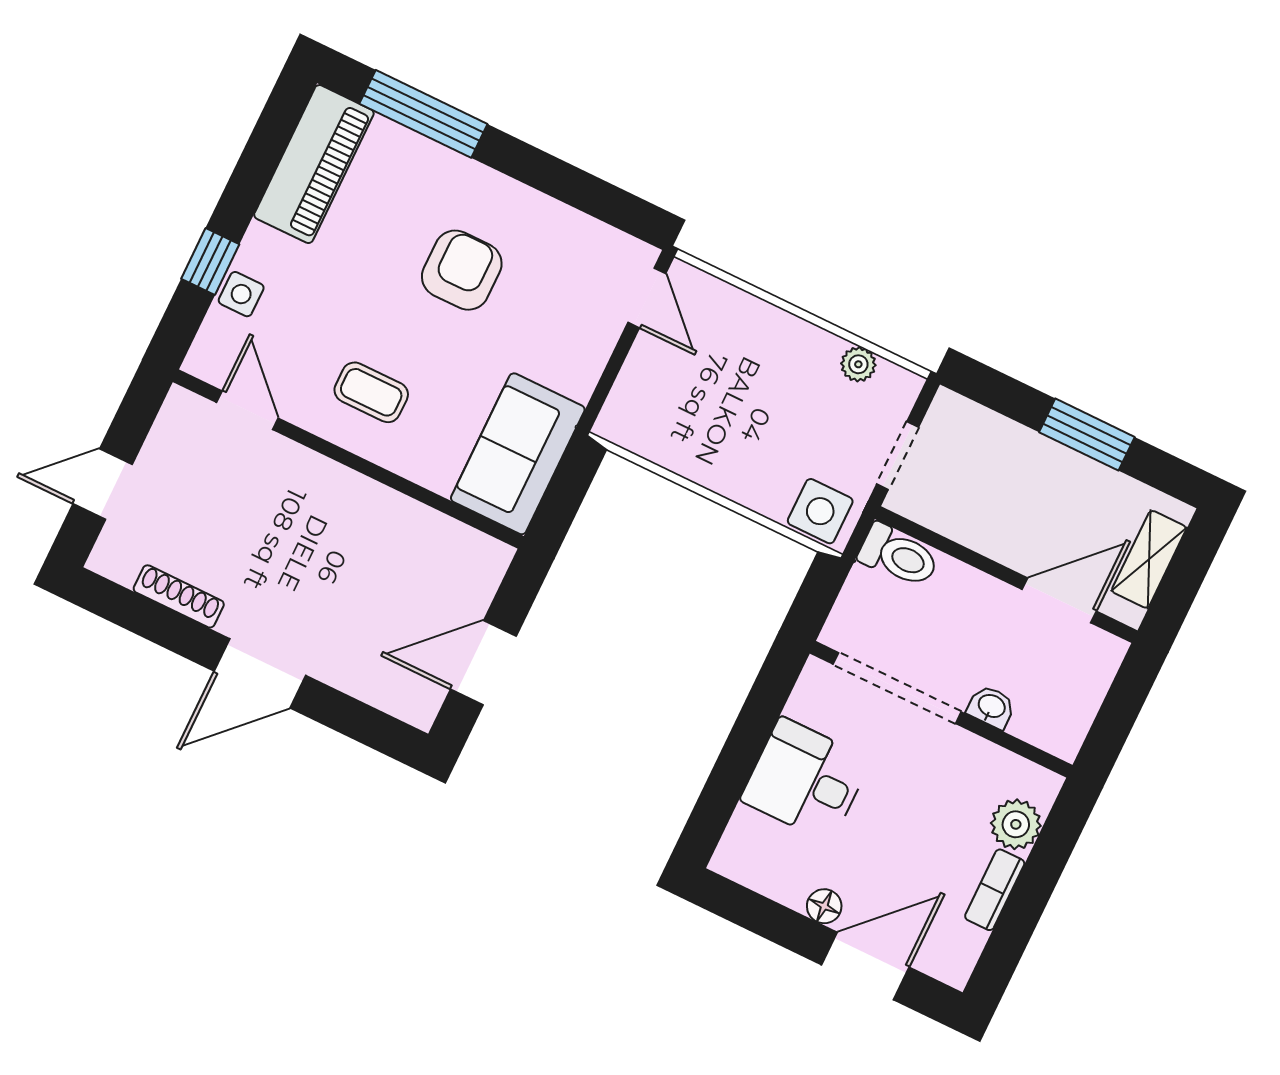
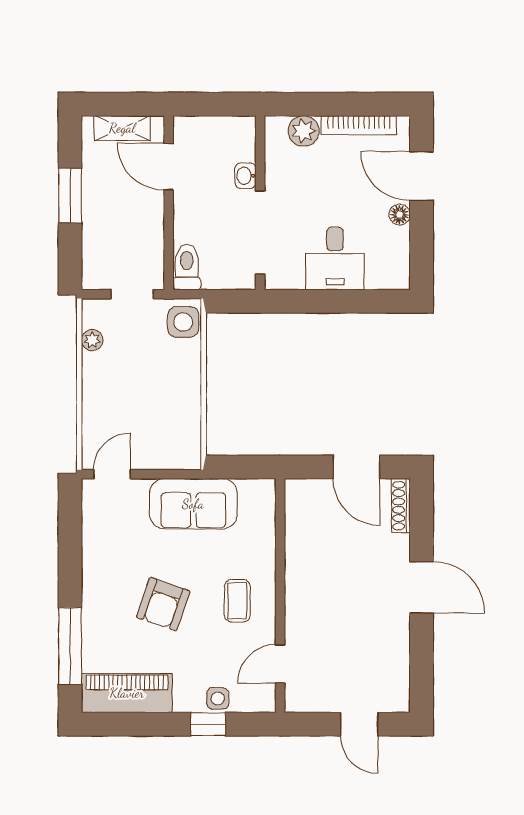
armchair: (462, 270) -> (163, 604), moved, turned -71
sofa: (518, 454) -> (193, 504), moved
shoe rack: (179, 596) -> (401, 506), moved
bookcase: (995, 890) -> (359, 125), width x1.56

